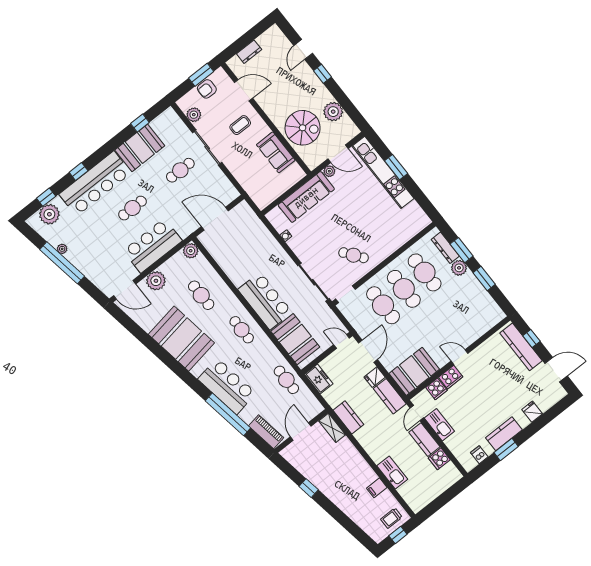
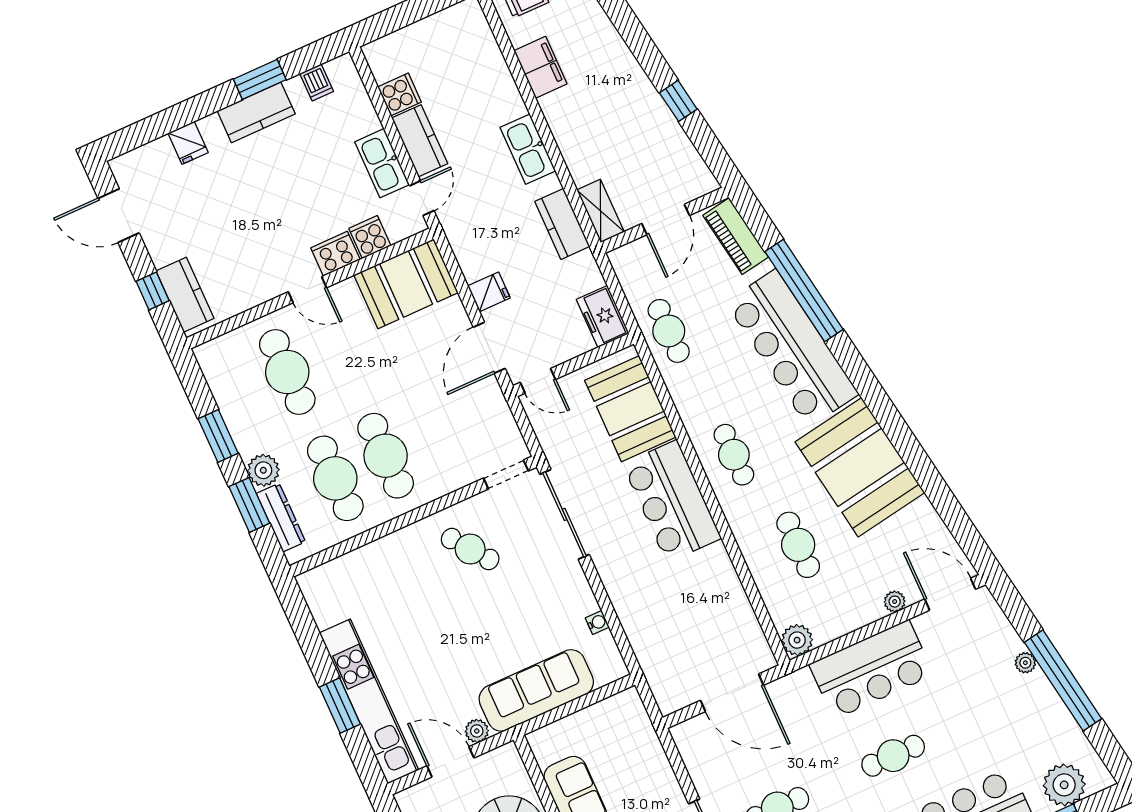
plant: (62, 249) -> (1025, 663), moved
plant: (156, 281) -> (895, 602), width x0.53, depth x0.53
cafe table: (383, 305) -> (287, 372), moved
kitchen counter: (521, 347) -> (185, 295), width x0.67
bar counter: (227, 386) -> (792, 348), width x1.36
kitchen counter: (390, 396) -> (468, 246), removed
kitchen sink: (392, 473) -> (528, 149), moved
filing cabinet: (377, 488) -> (540, 67), width x2.00

